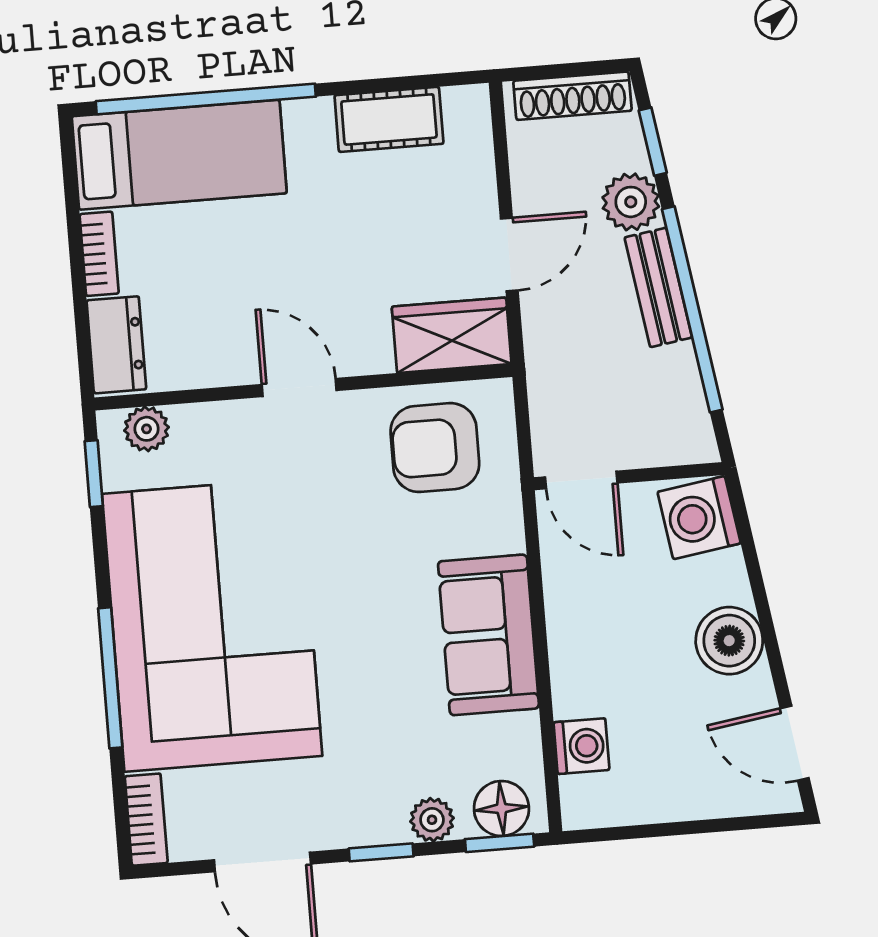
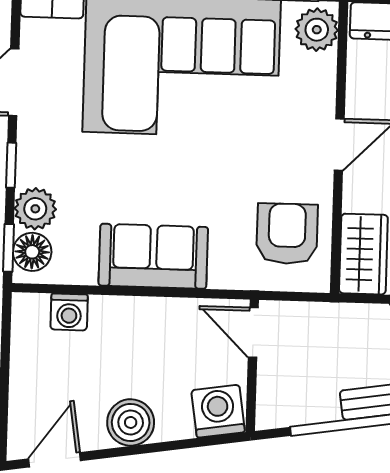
plant: (147, 429) -> (317, 30), width x1.38, depth x1.38
door: (581, 480) -> (253, 333), hinge flipped
plant: (432, 820) -> (35, 209), width x1.38, depth x1.38

